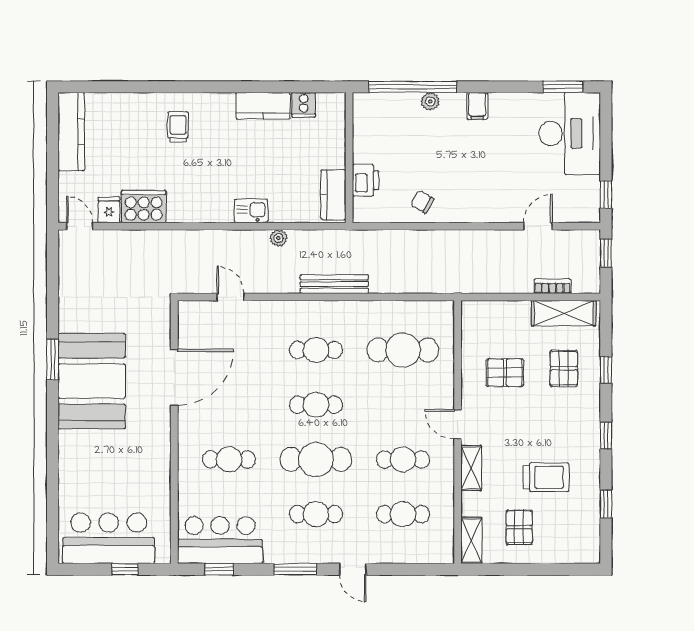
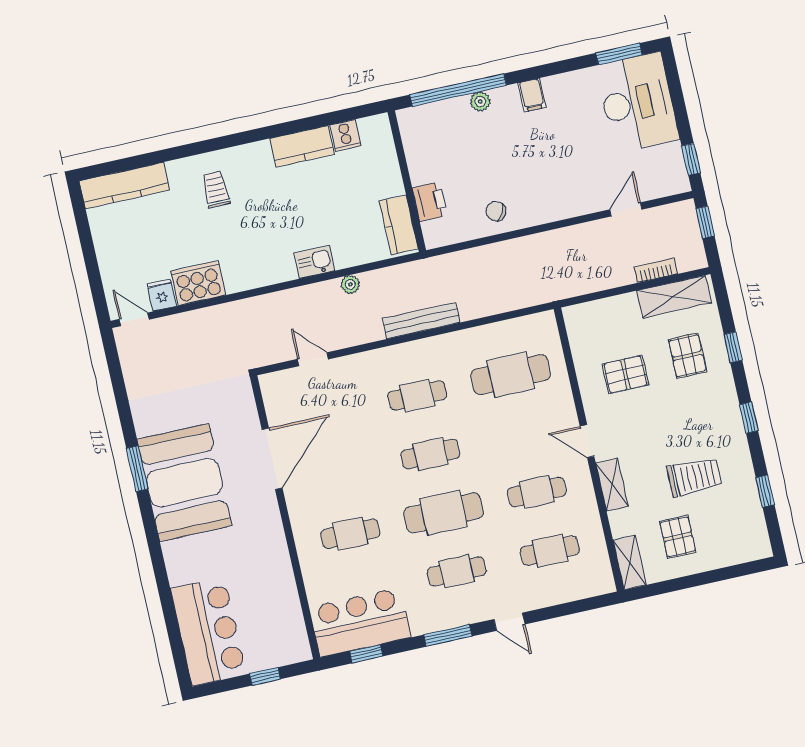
kitchen counter: (71, 132) -> (124, 186), moved, turned 90
bar counter: (109, 538) -> (208, 631), moved, turned 90

